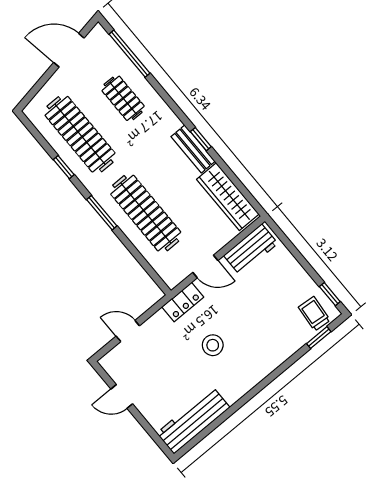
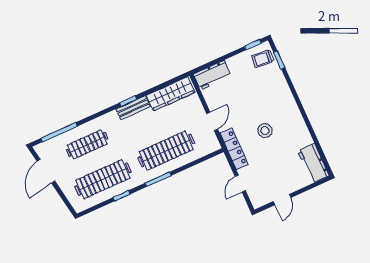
clothes rail: (123, 98) -> (87, 145), width x1.36
workbench: (251, 249) -> (212, 75), moved, turned 90
locker: (183, 302) -> (234, 149), width x1.53
workbench: (193, 420) -> (313, 163), width x0.73

